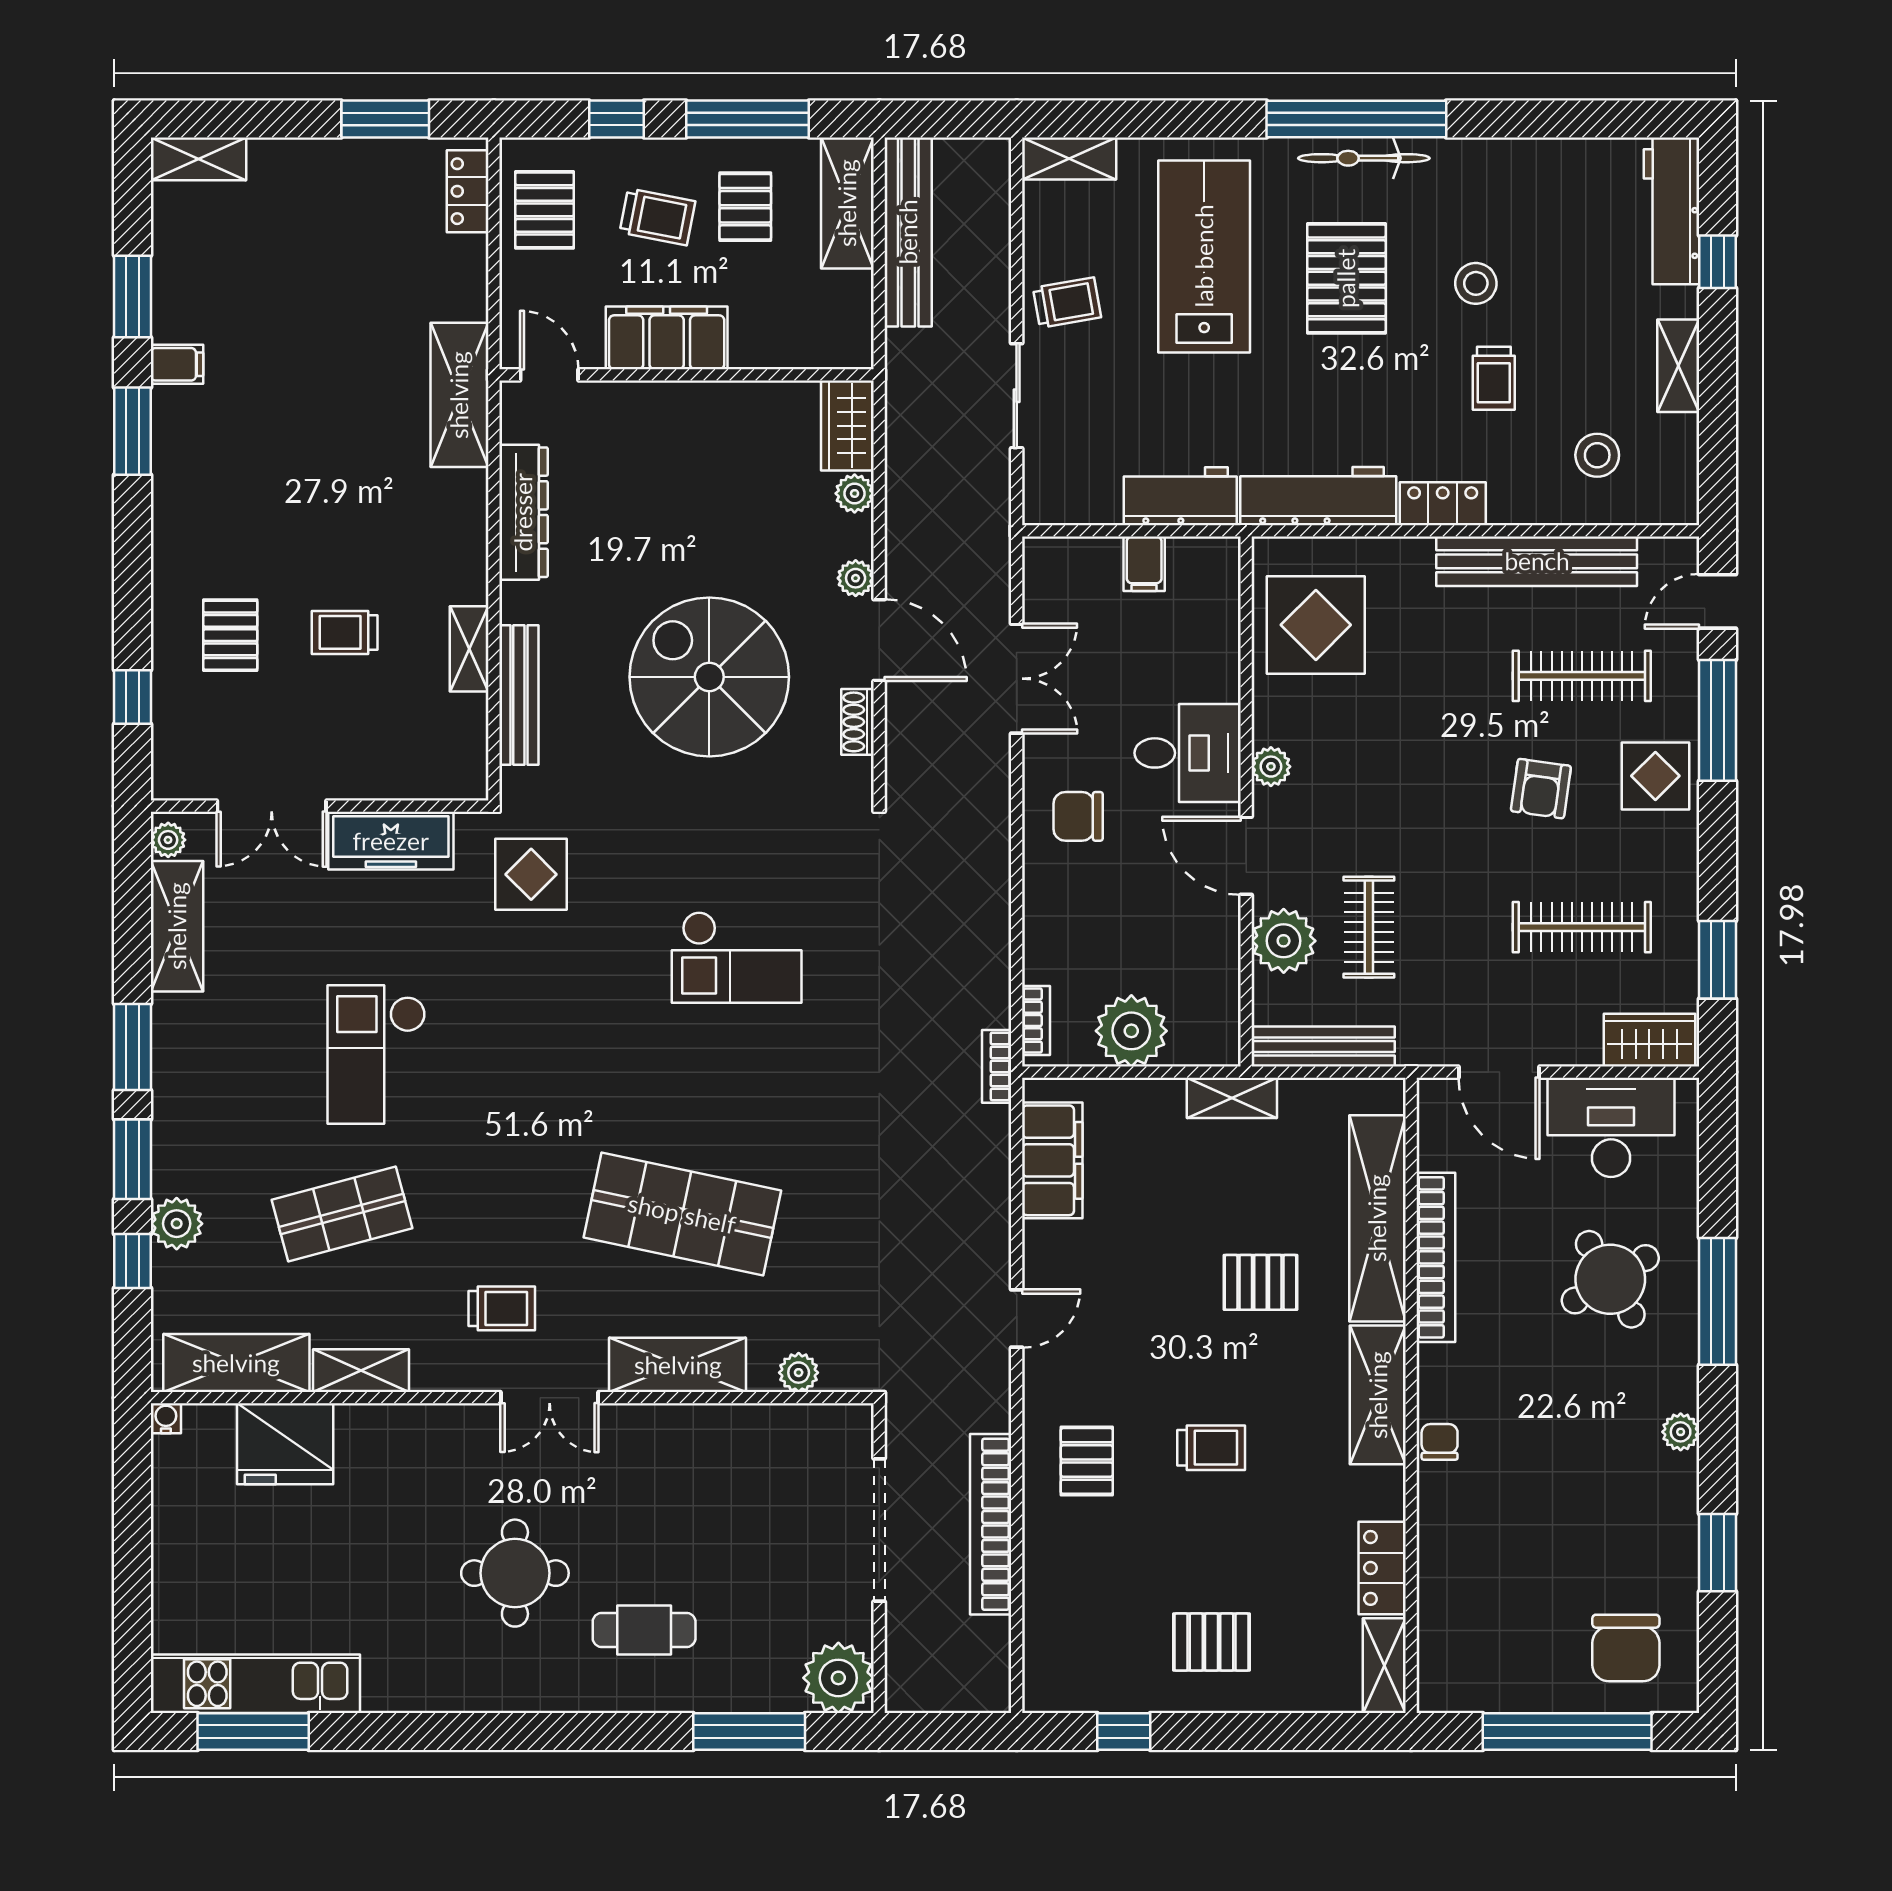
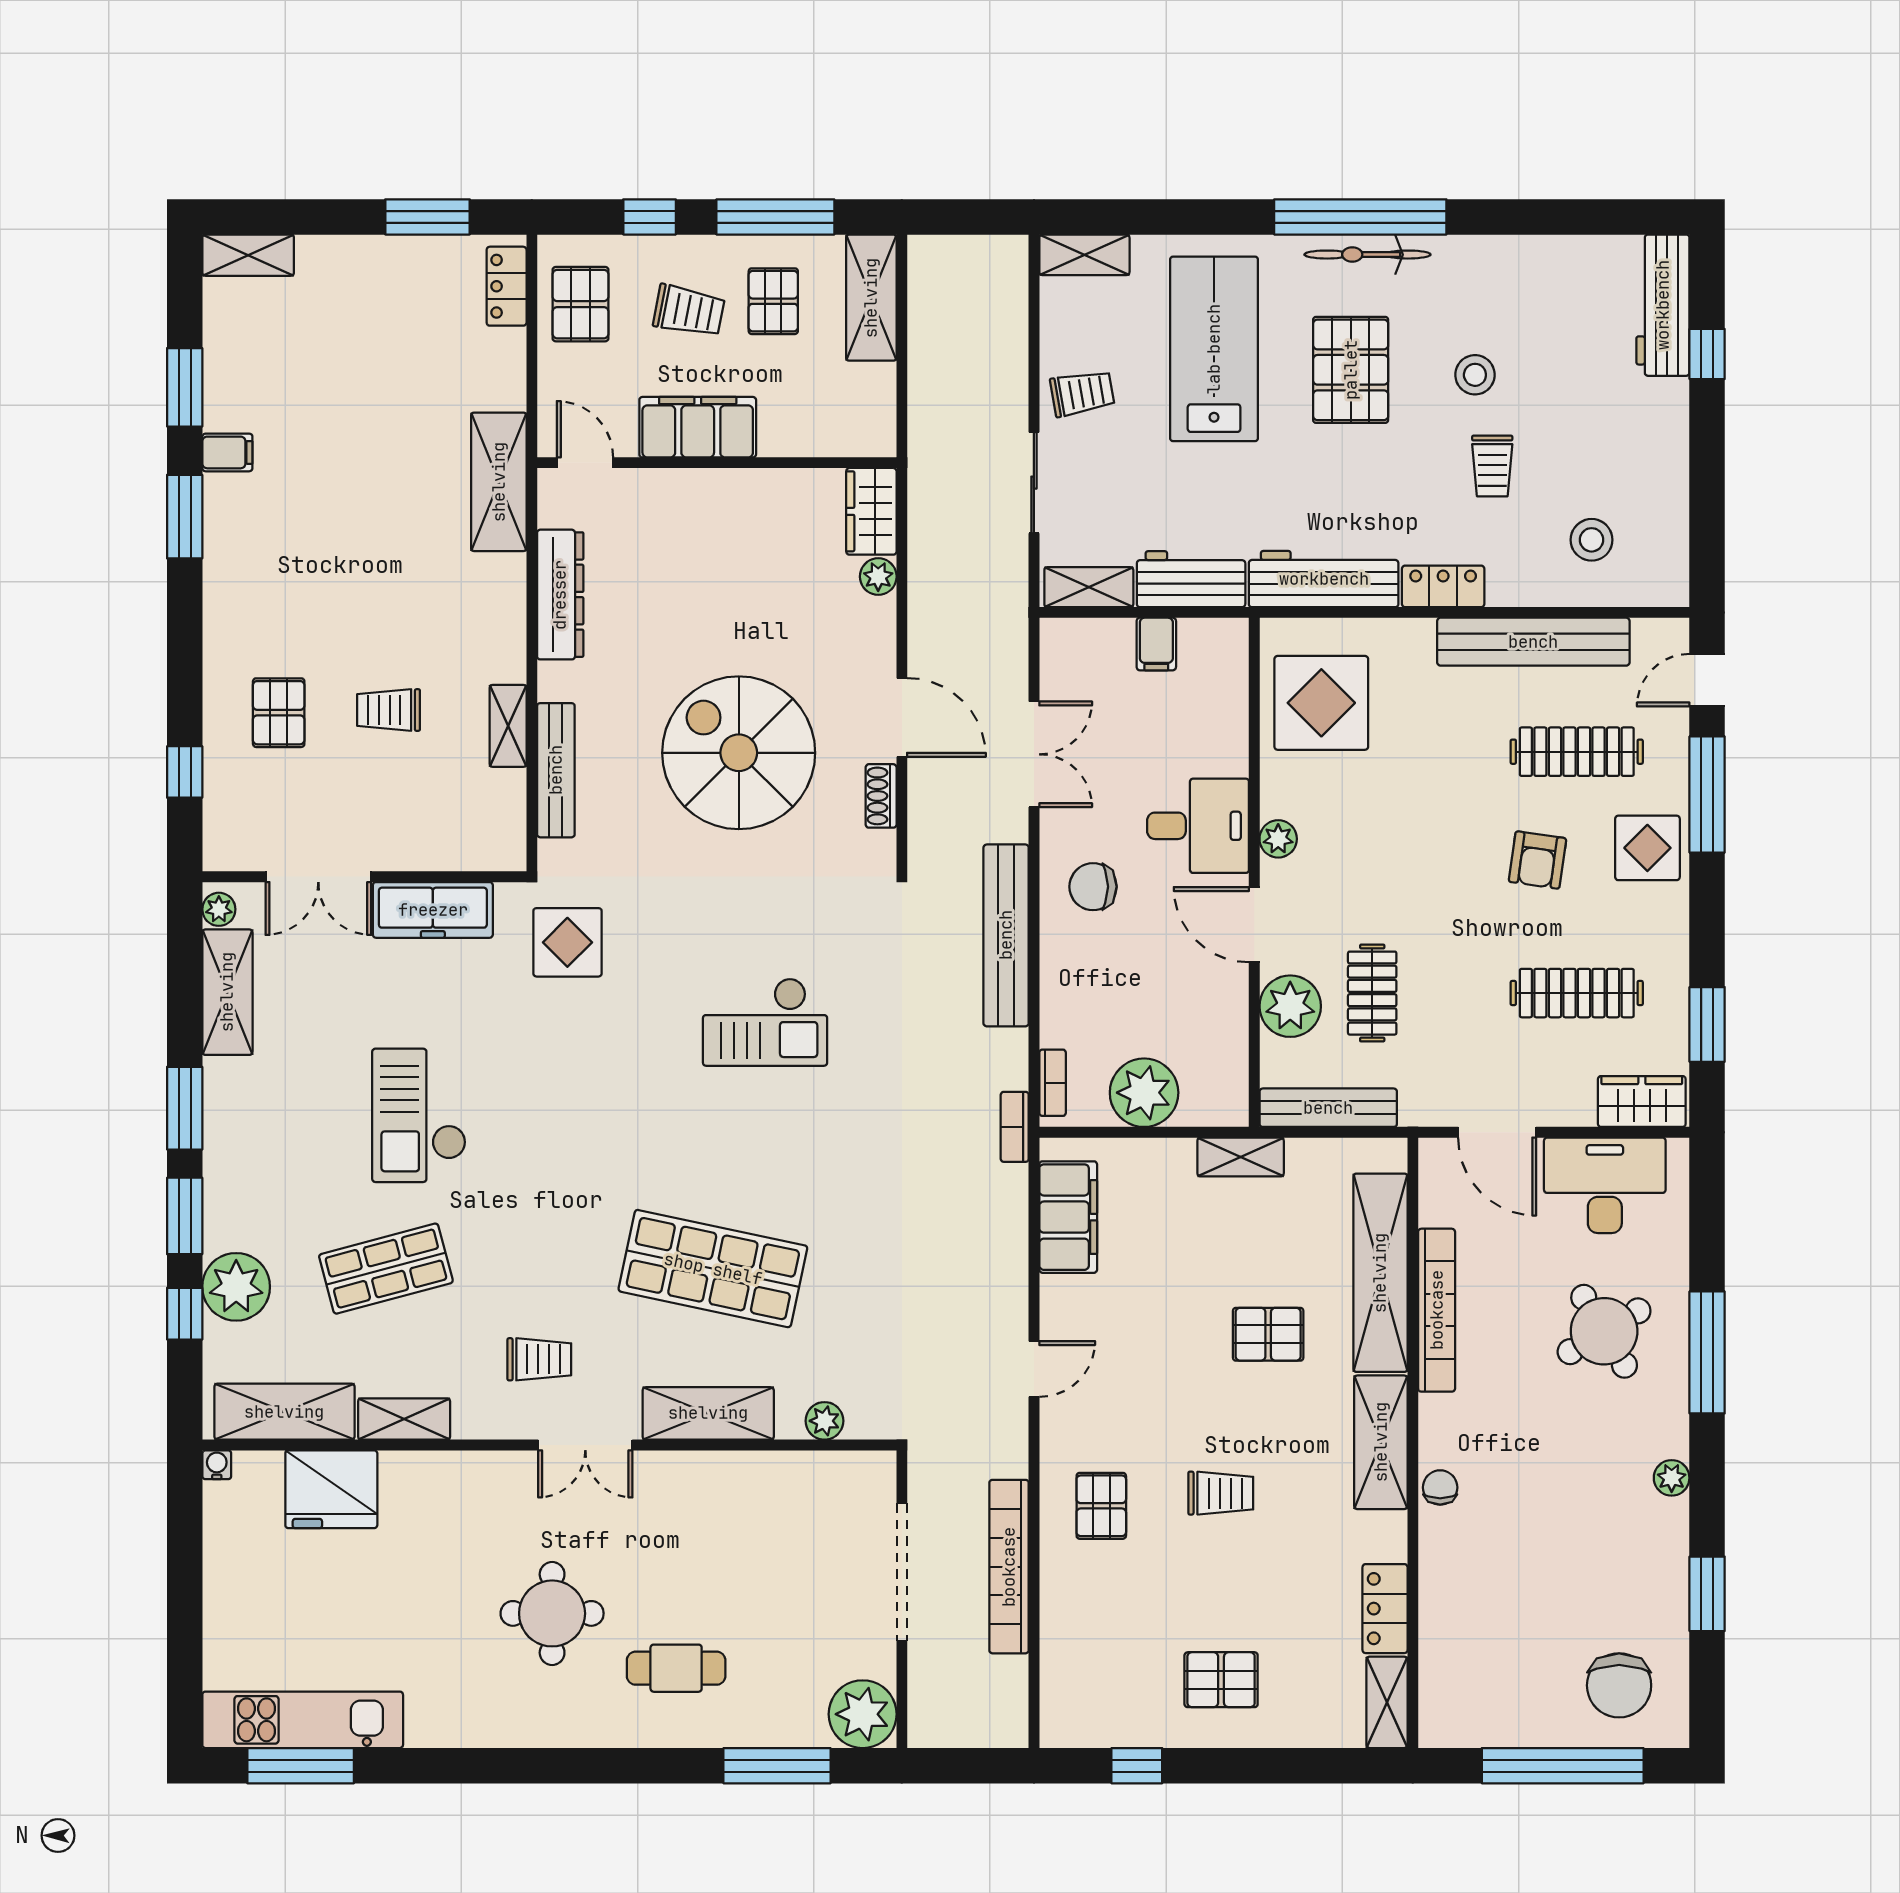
bench: (908, 232) -> (1006, 935), moved
shelving: (1678, 366) -> (1089, 587), moved, turned 90
plant: (856, 578) -> (879, 658), removed
plant: (177, 1224) -> (236, 1287), width x1.36, depth x1.36

